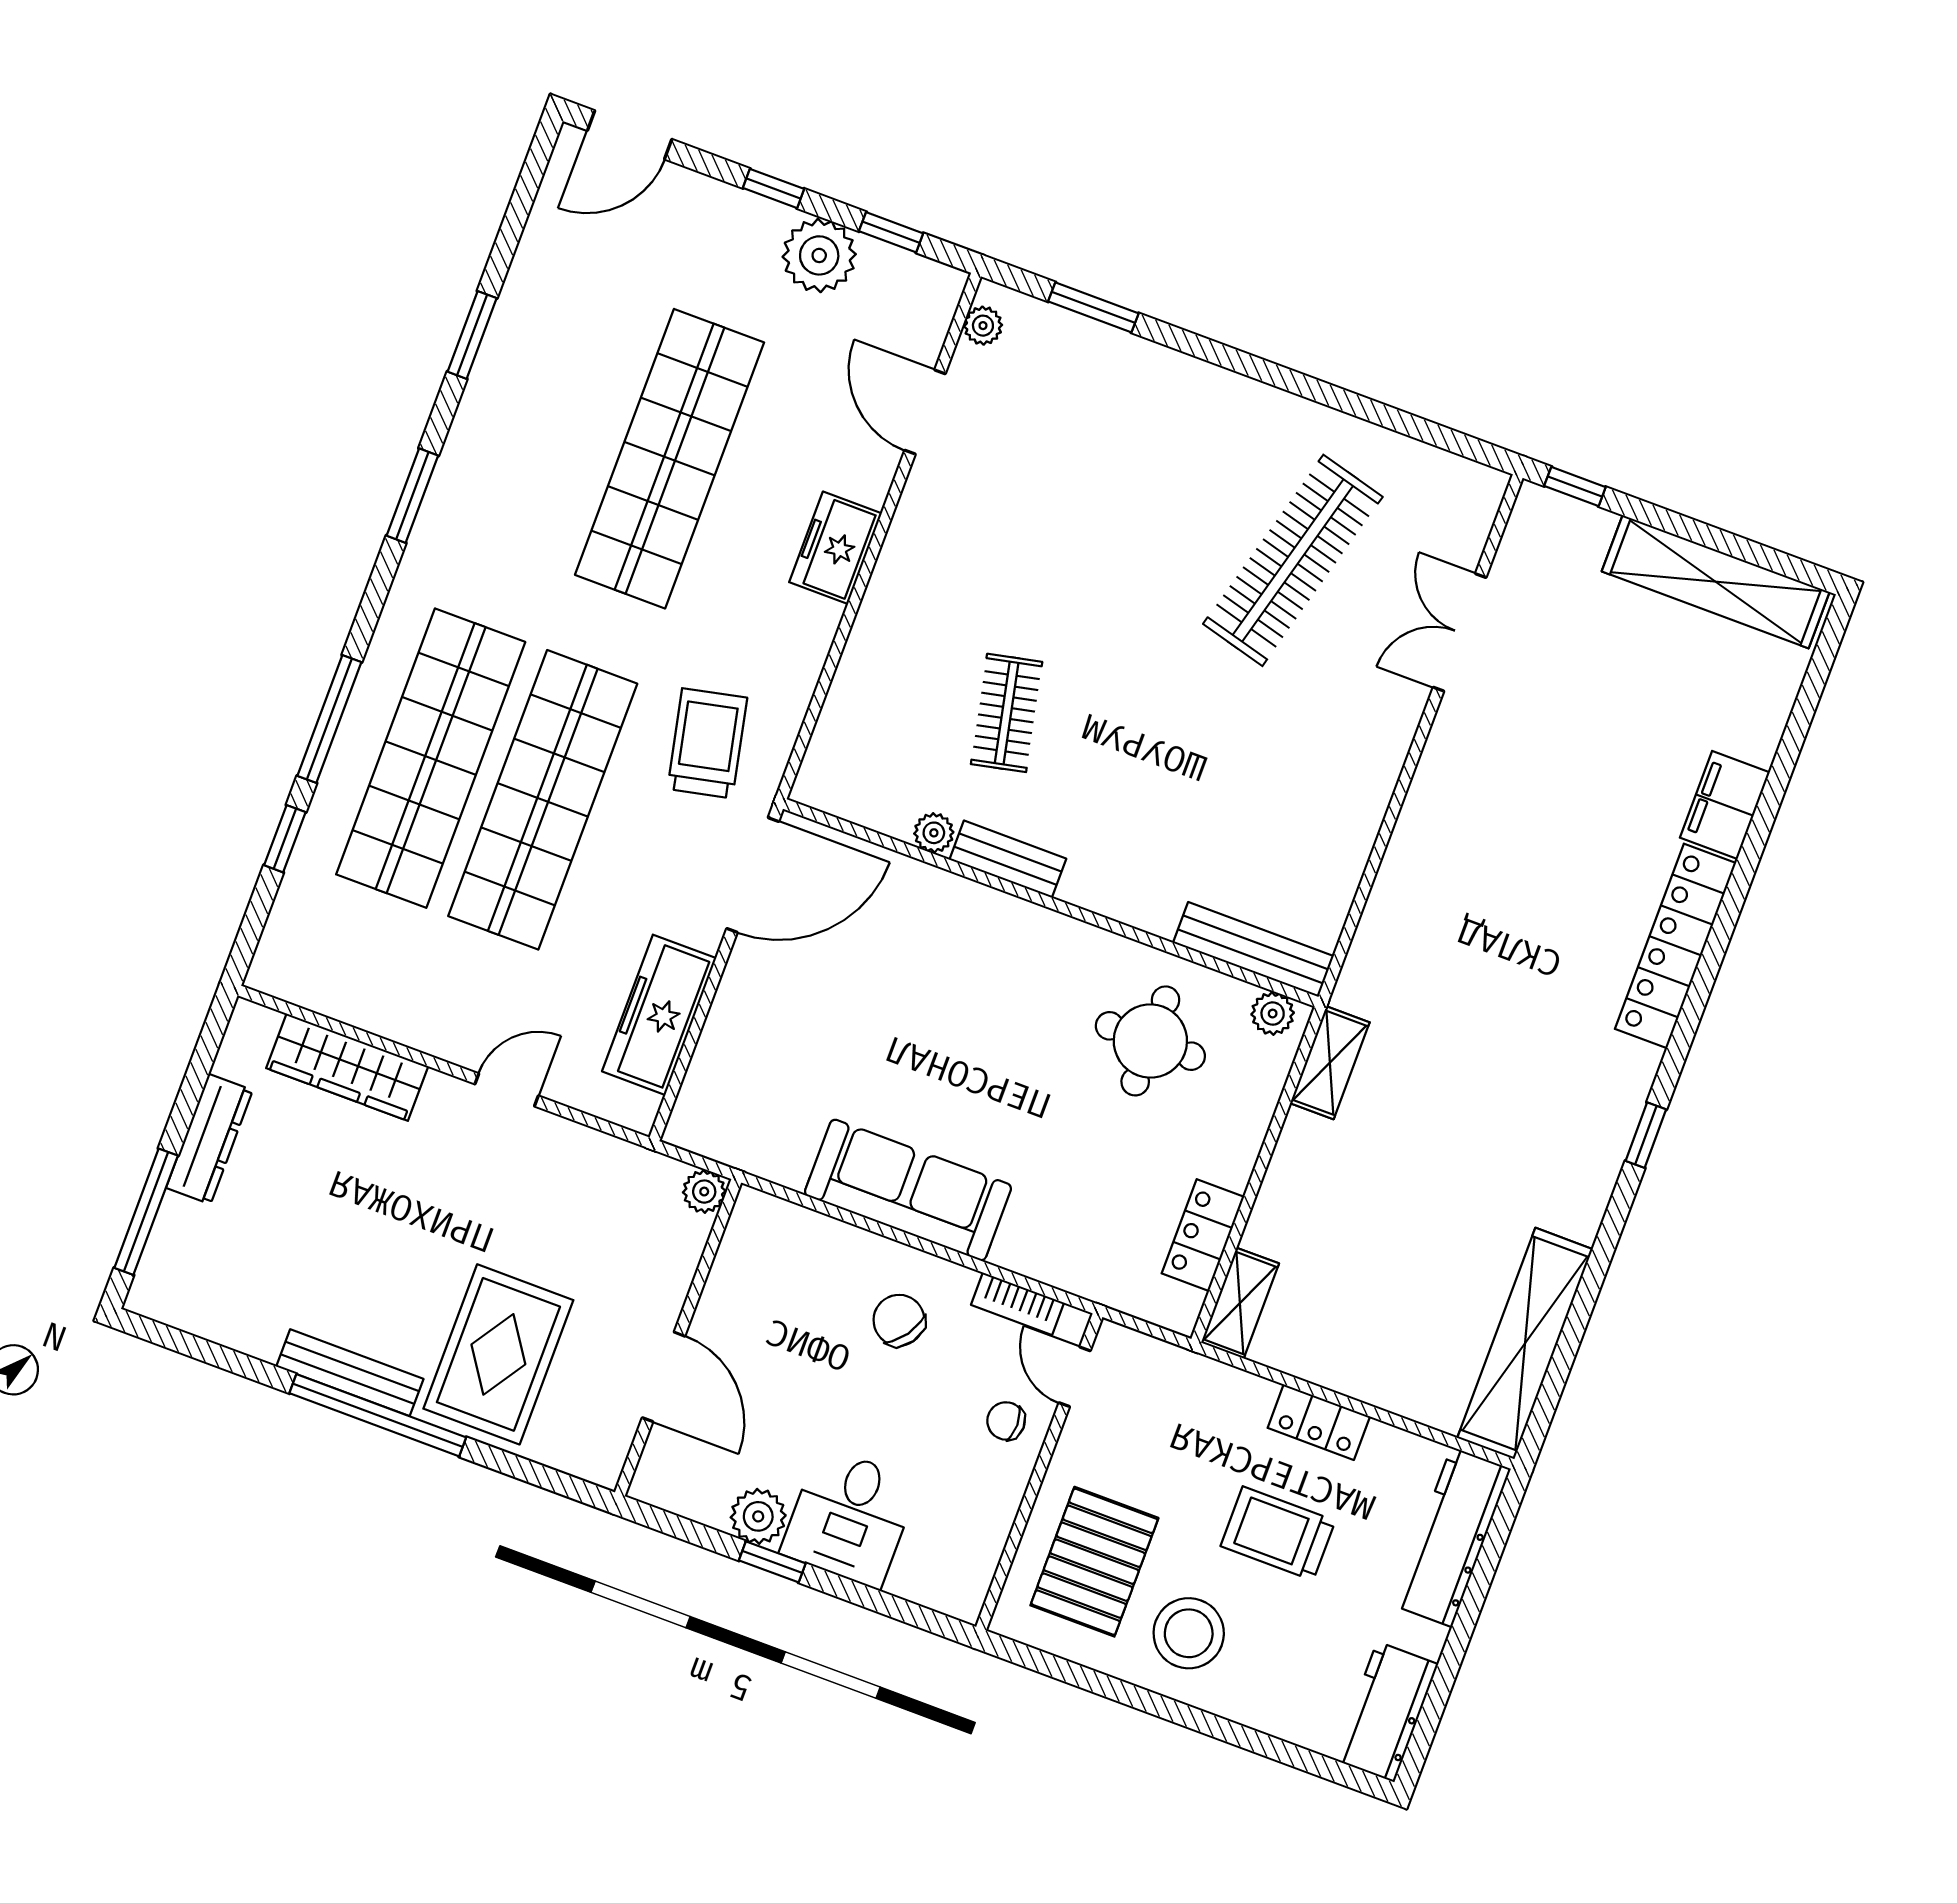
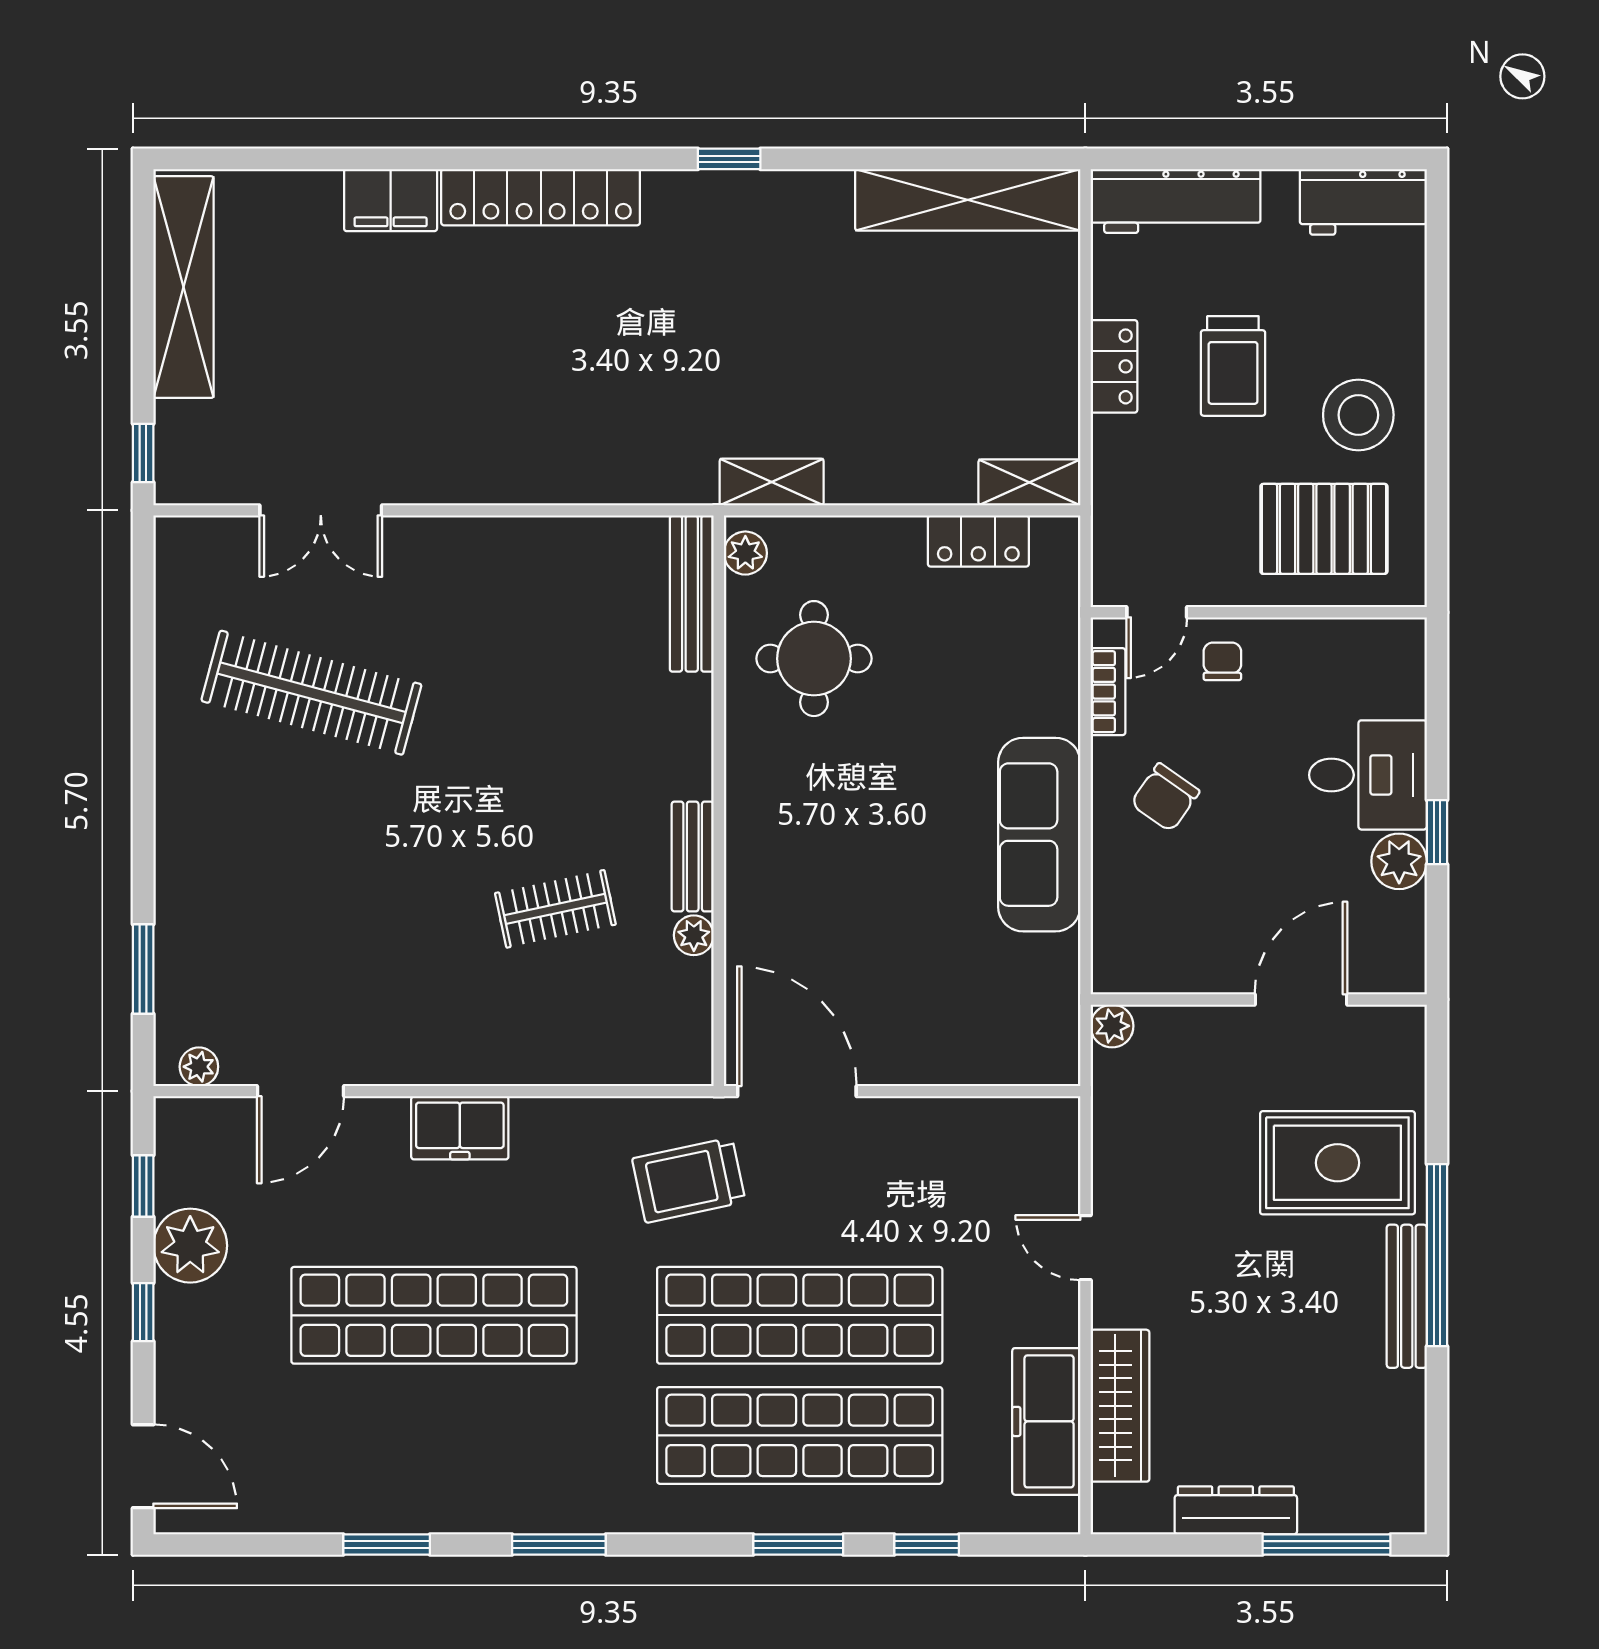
window: (329, 719) -> (798, 1544), width x0.69
freezer: (659, 1015) -> (1046, 1421), moved, turned 90
chair: (1006, 1421) -> (1222, 661), turned 180

